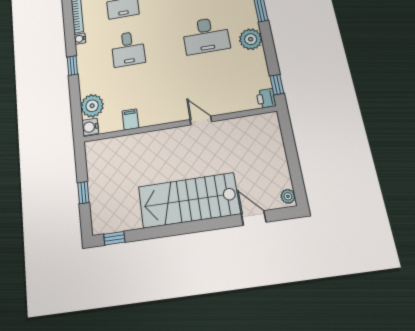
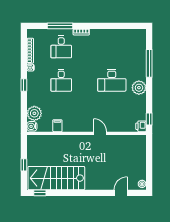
stairs: (189, 200) -> (56, 178), moved
door: (254, 218) -> (121, 193), hinge flipped

